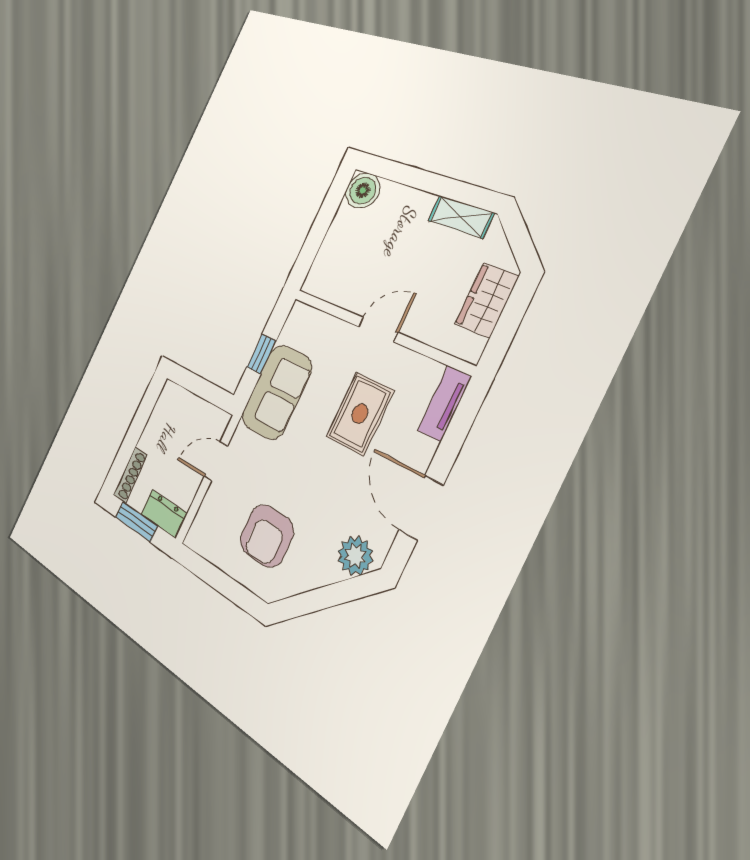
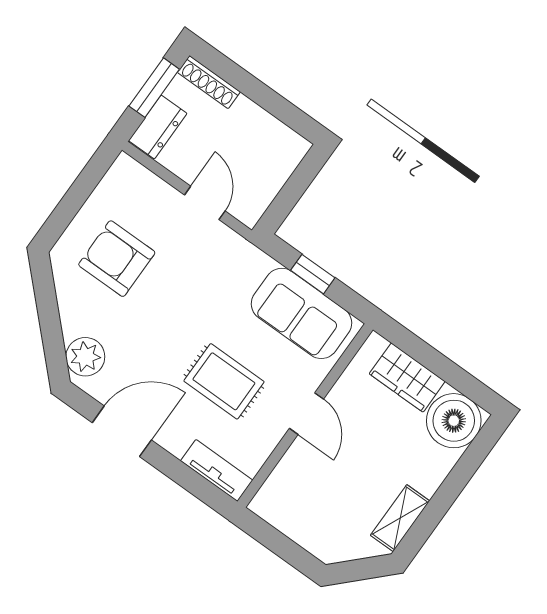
boiler: (363, 191) -> (454, 421), width x1.37, depth x1.37
wardrobe: (487, 300) -> (407, 378), moved, turned 180
sofa: (277, 392) -> (301, 313), moved

